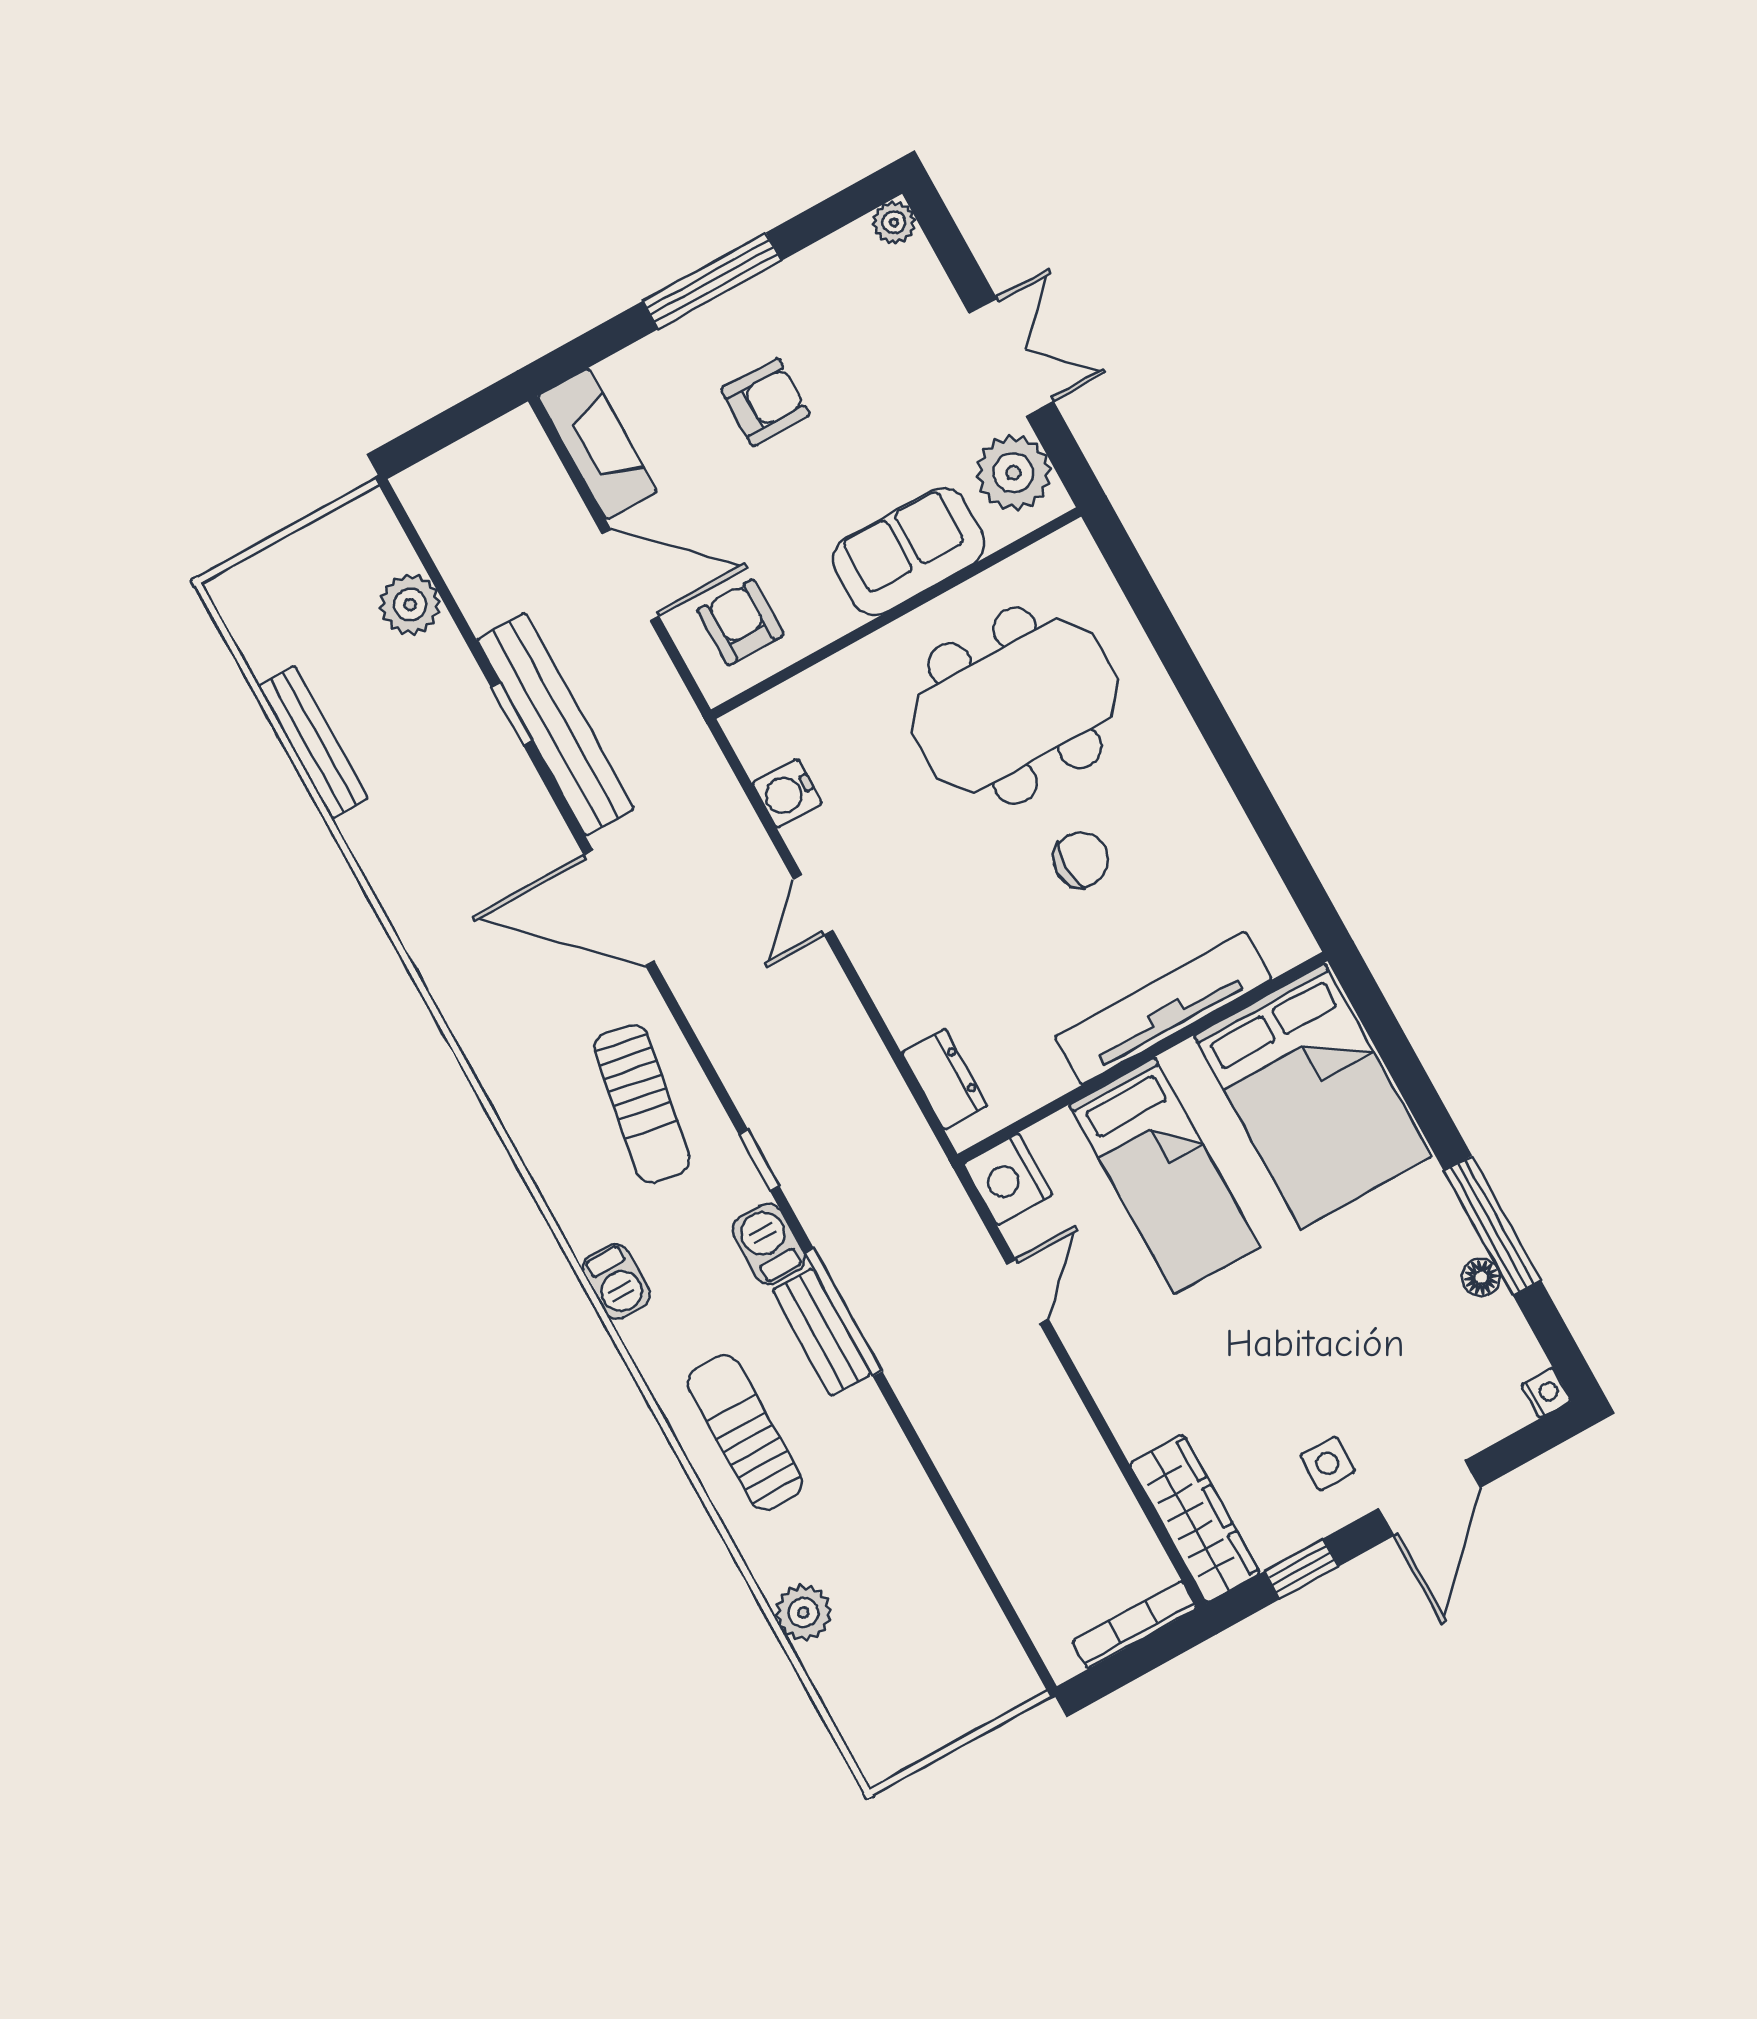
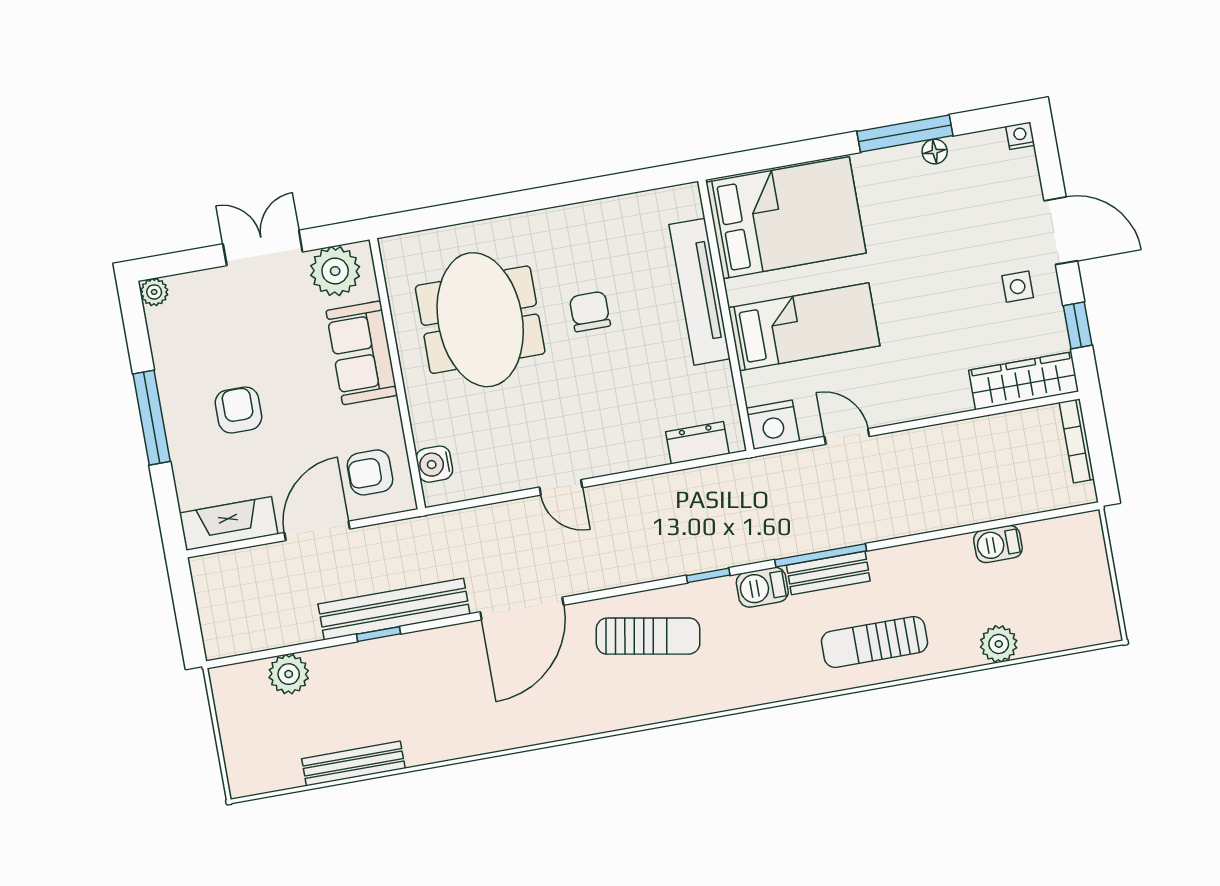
water cooler: (787, 793) -> (434, 464), moved, turned 90
barbecue: (616, 1281) -> (998, 544), moved, turned 180

